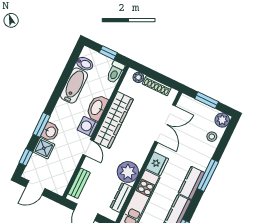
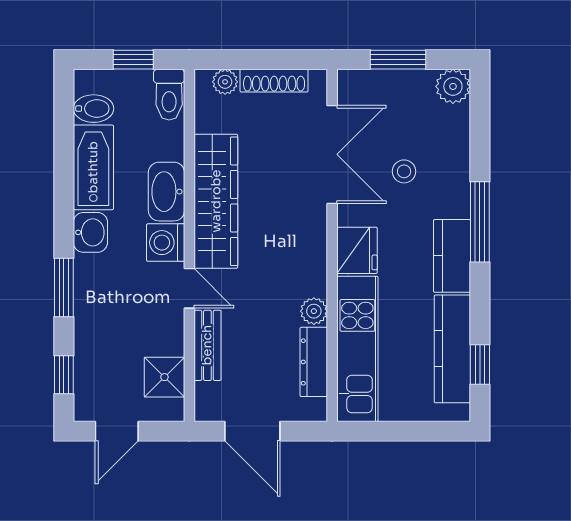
washbasin: (50, 132) -> (90, 232), moved
stool: (212, 137) -> (404, 171), moved
shower: (44, 148) -> (164, 377), moved
plant: (128, 172) -> (314, 311), width x0.53, depth x0.53
bench: (79, 183) -> (207, 345), moved

